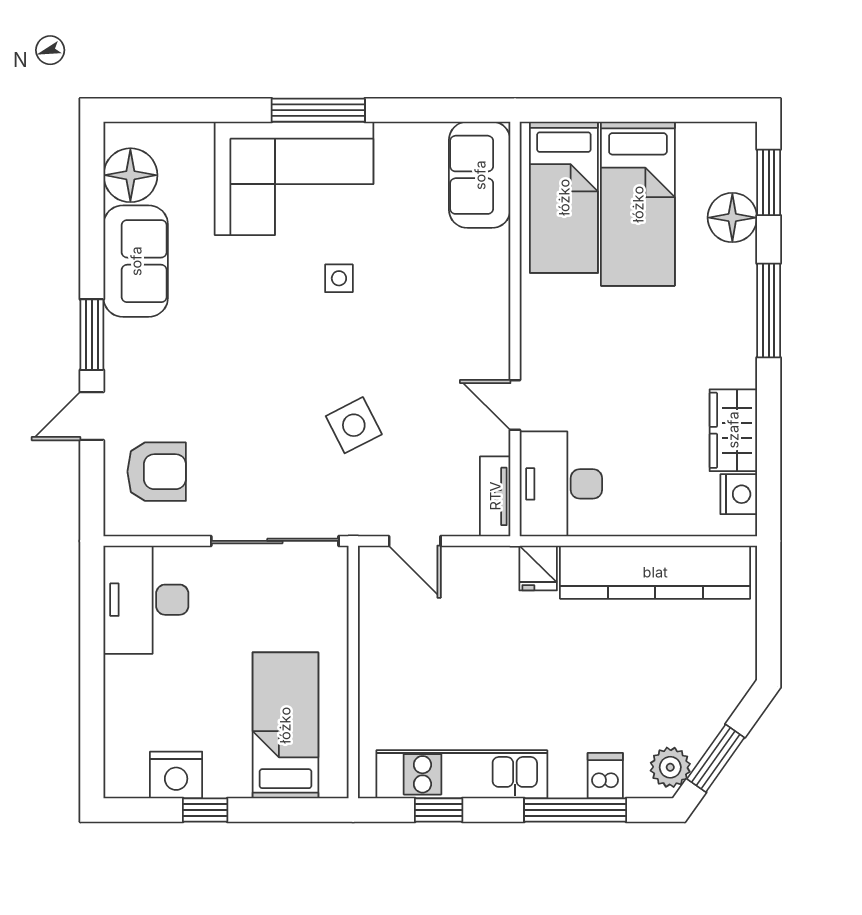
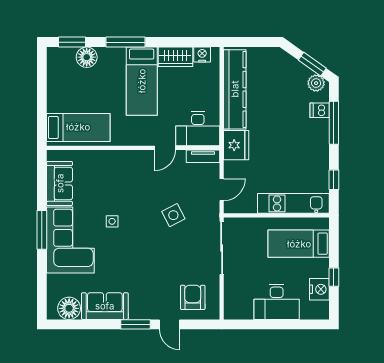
sofa: (480, 175) -> (60, 183), moved, turned -90
bed: (638, 204) -> (142, 81), moved, turned 90
fridge: (538, 568) -> (236, 145), width x1.88, depth x1.34
desk: (146, 600) -> (277, 302), moved
kitchen unit: (462, 774) -> (293, 203), moved, turned 90

